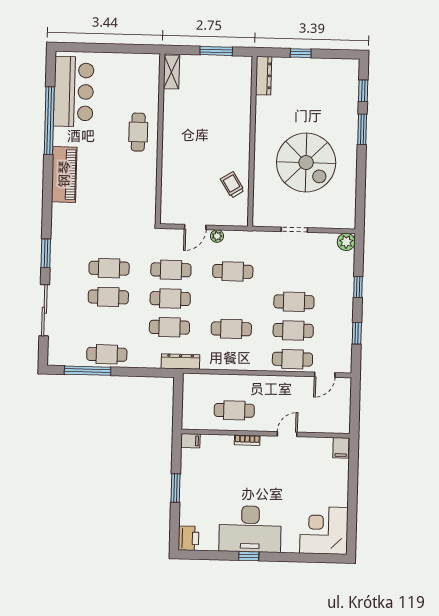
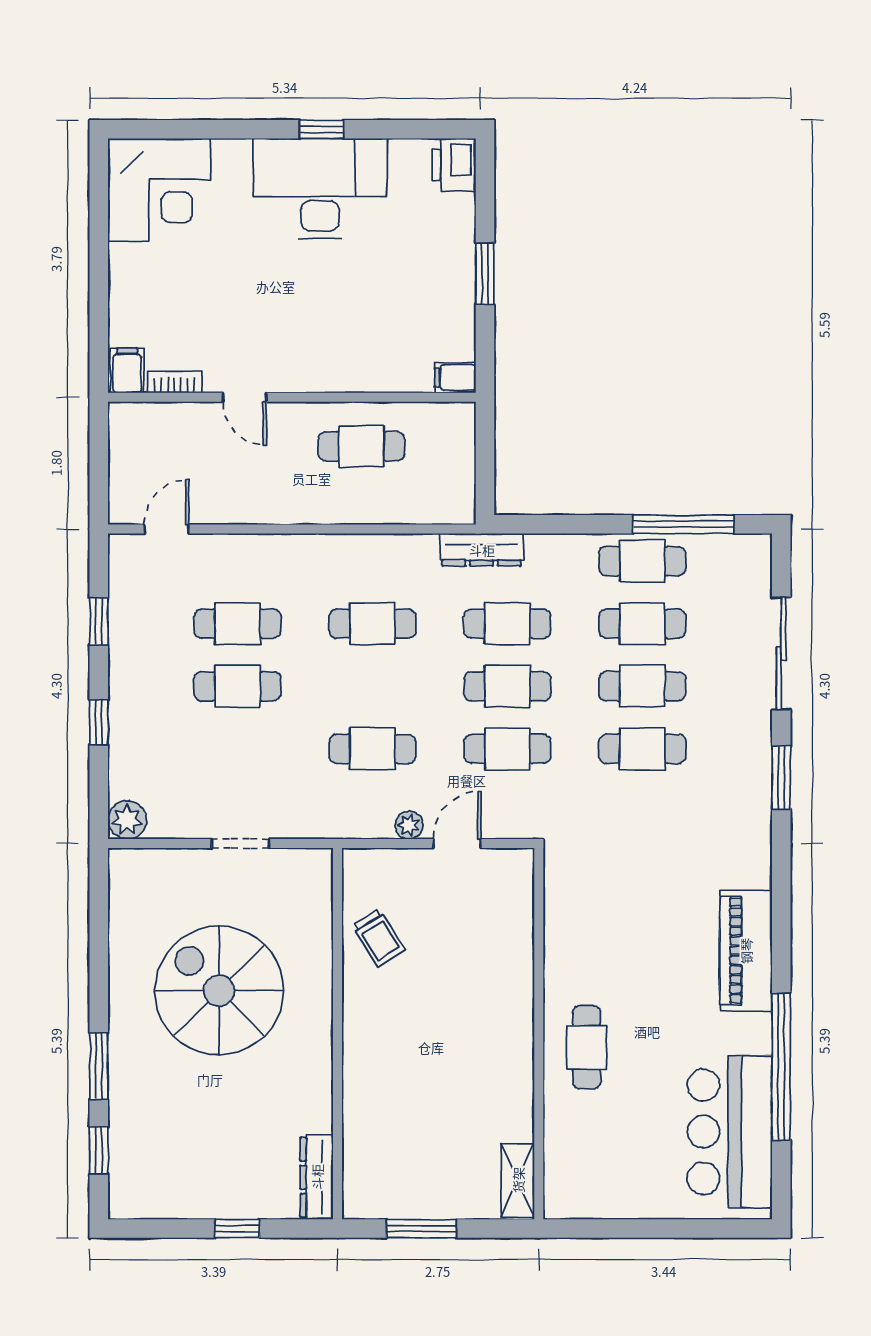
cafe table: (292, 359) -> (642, 624), moved
door: (287, 434) -> (245, 397), hinge flipped
bookcase: (247, 440) -> (174, 382), moved

